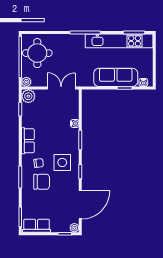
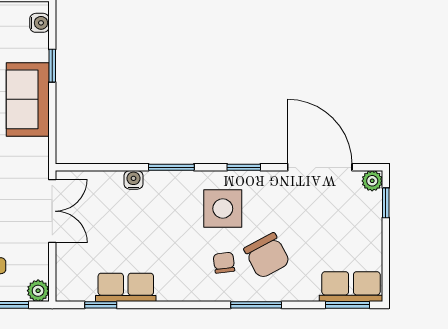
sofa: (116, 77) -> (28, 99), width x0.73
double door: (61, 88) -> (52, 211), swing flipped
plant: (28, 96) -> (71, 286), removed
row of seats: (28, 141) -> (126, 287), moved
chair: (42, 182) -> (267, 256), turned 152
row of seats: (37, 226) -> (351, 287), moved, turned 90

